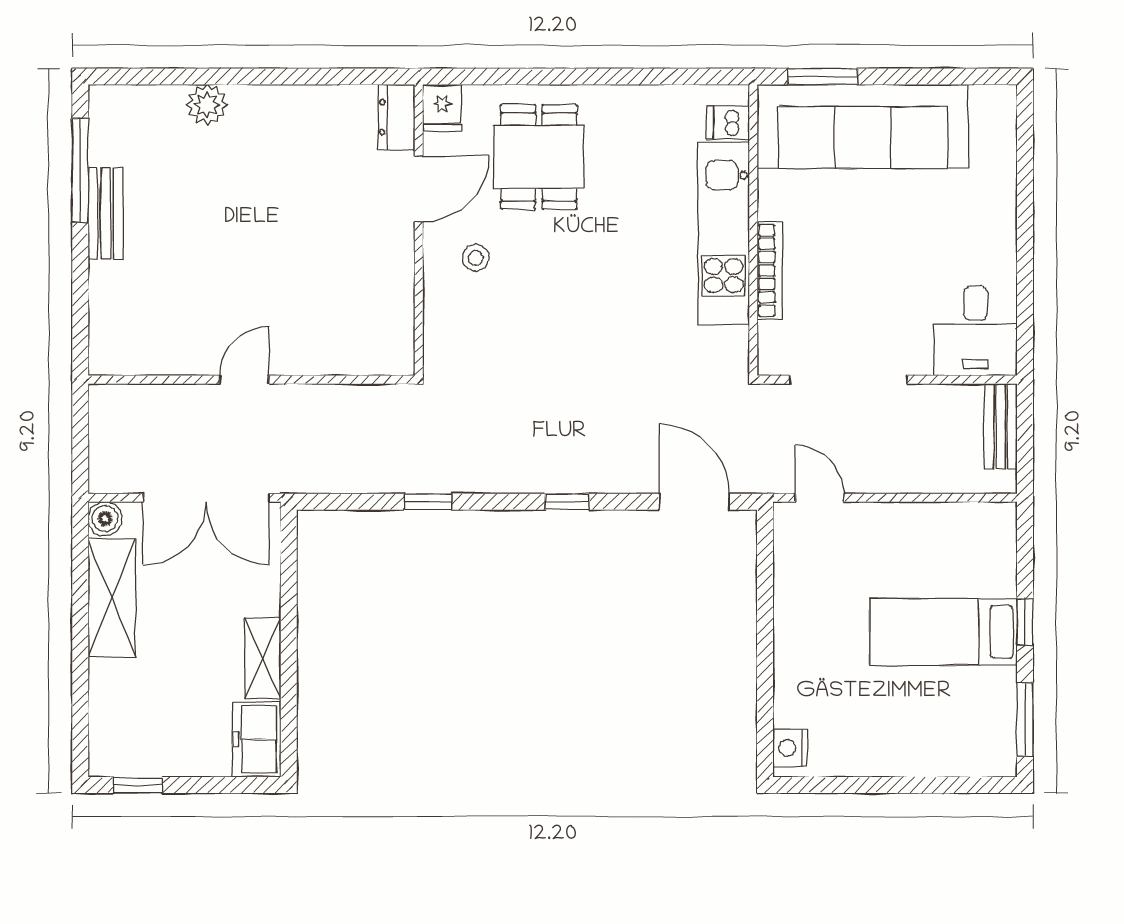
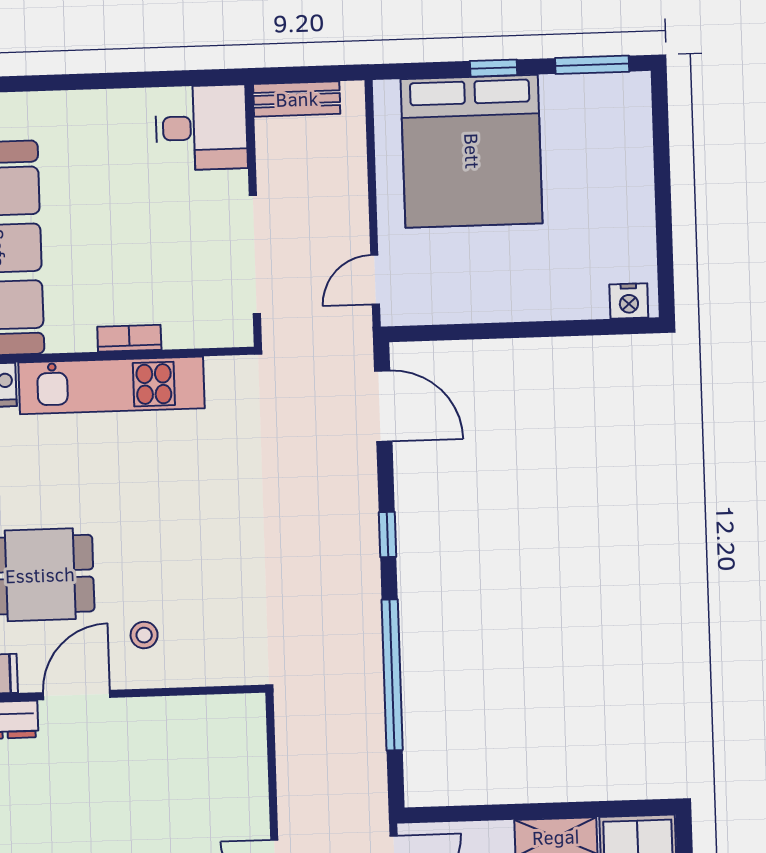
door: (419, 189) -> (77, 695), hinge flipped
bookcase: (770, 270) -> (129, 338), width x0.64
window: (428, 502) -> (392, 675), width x3.17
door: (694, 502) -> (383, 406), swing flipped
bed: (943, 632) -> (472, 151), width x2.04

